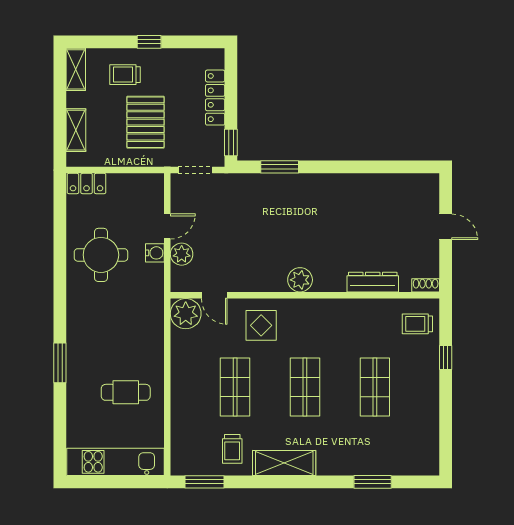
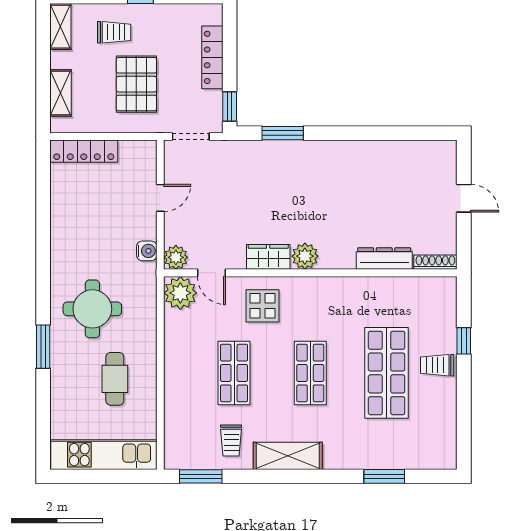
trolley: (125, 75) -> (114, 32), turned 180
locker: (87, 183) -> (84, 151), width x1.53
water cooler: (155, 253) -> (147, 251), moved
plant: (182, 254) -> (176, 257), moved
round table: (101, 255) -> (92, 309), moved
wardrobe: (266, 281) -> (268, 257), added
shoe rack: (426, 285) -> (435, 262), width x1.43
trolley: (417, 324) -> (437, 365), moved
shop shelf: (375, 387) -> (387, 373), width x1.43, depth x1.36
cafe table: (126, 392) -> (115, 379), turned 90

